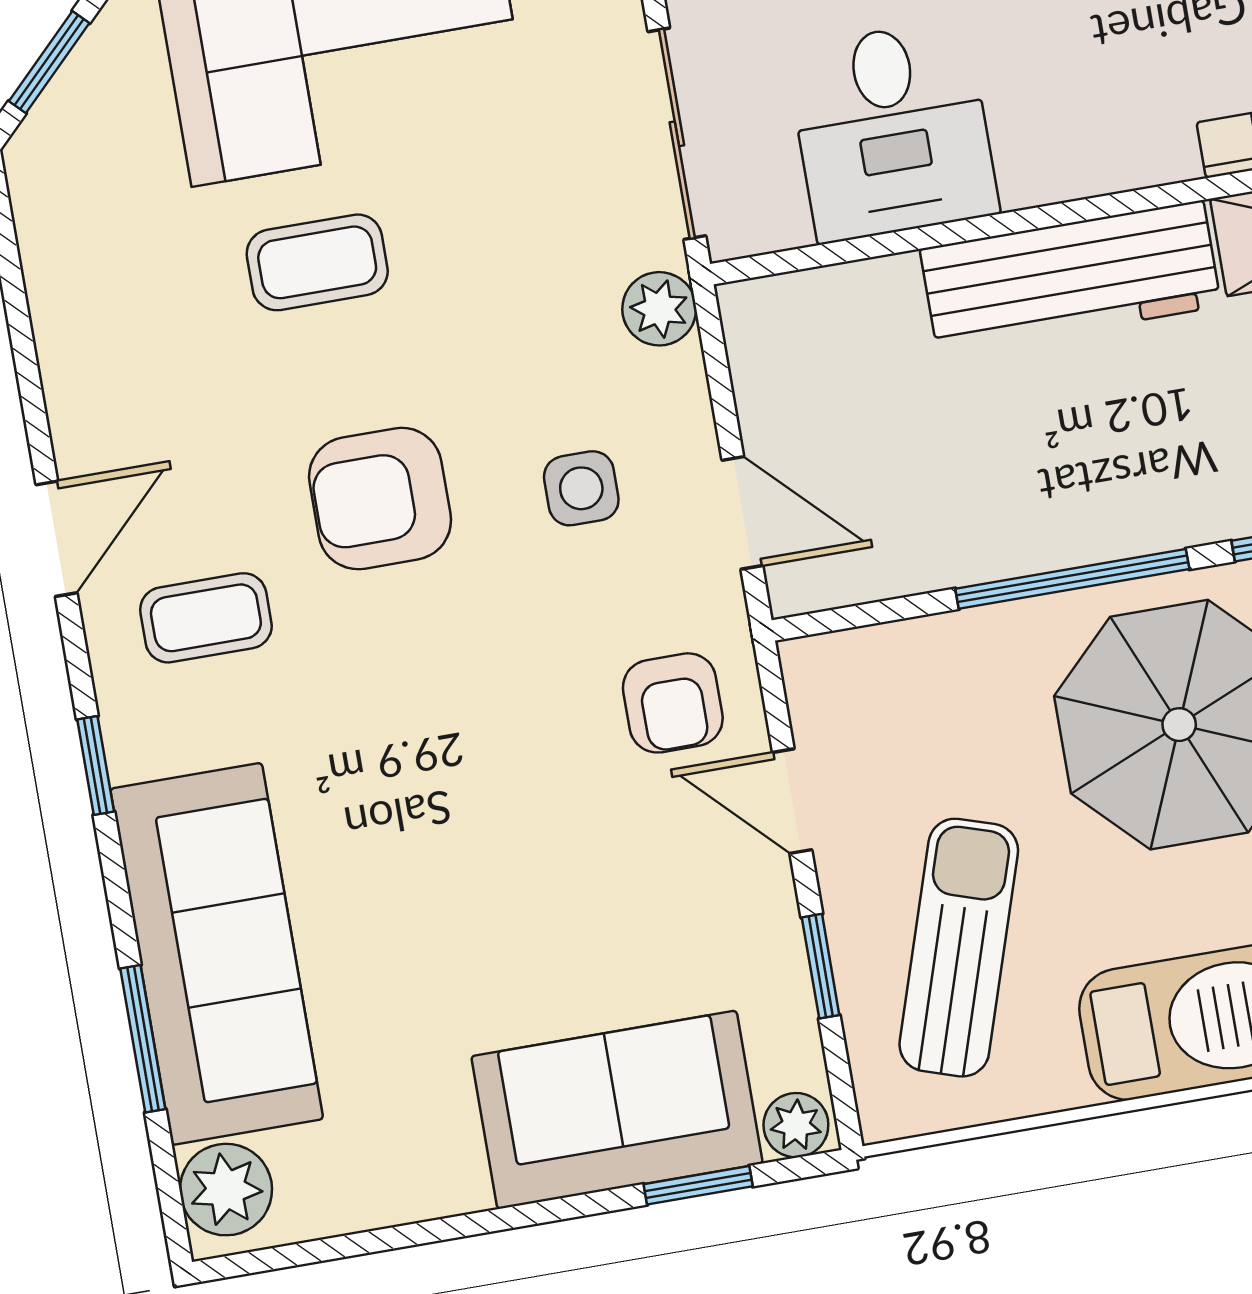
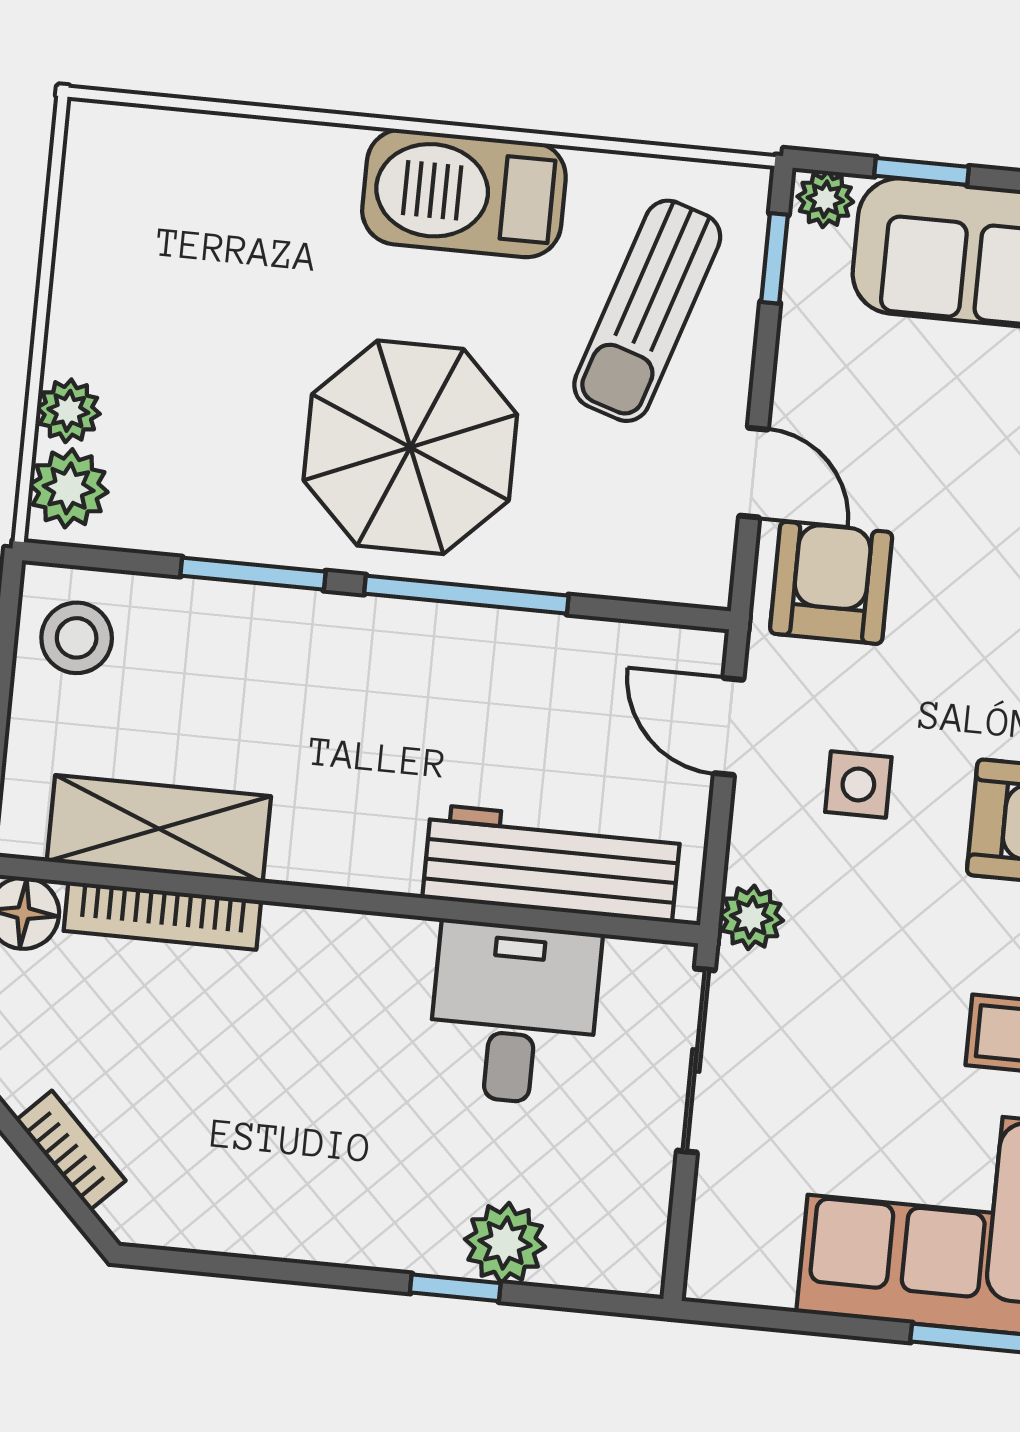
workbench: (1071, 278) -> (552, 863), moved
armchair: (673, 703) -> (831, 583), width x1.38, depth x1.38
window: (821, 966) -> (775, 258), moved

